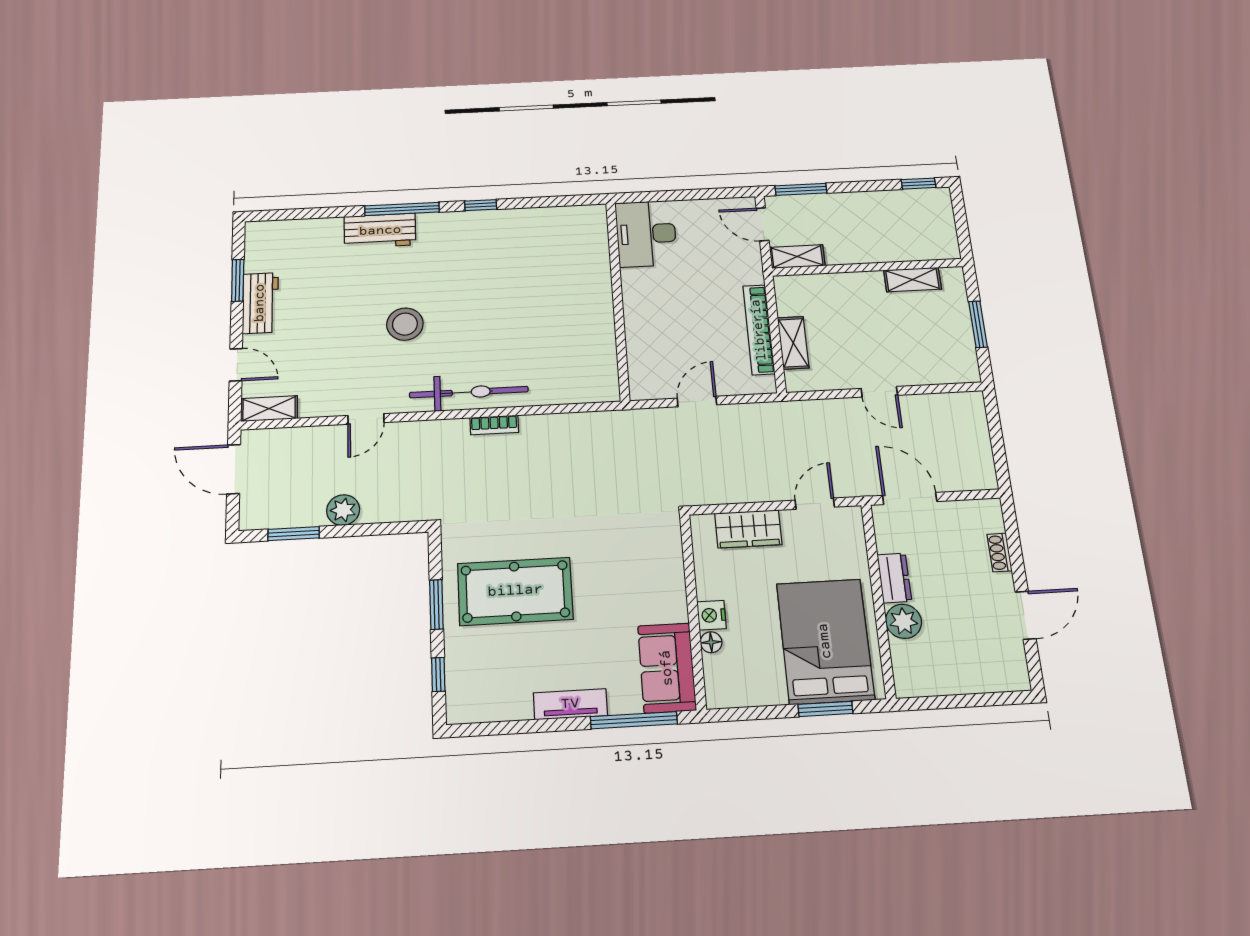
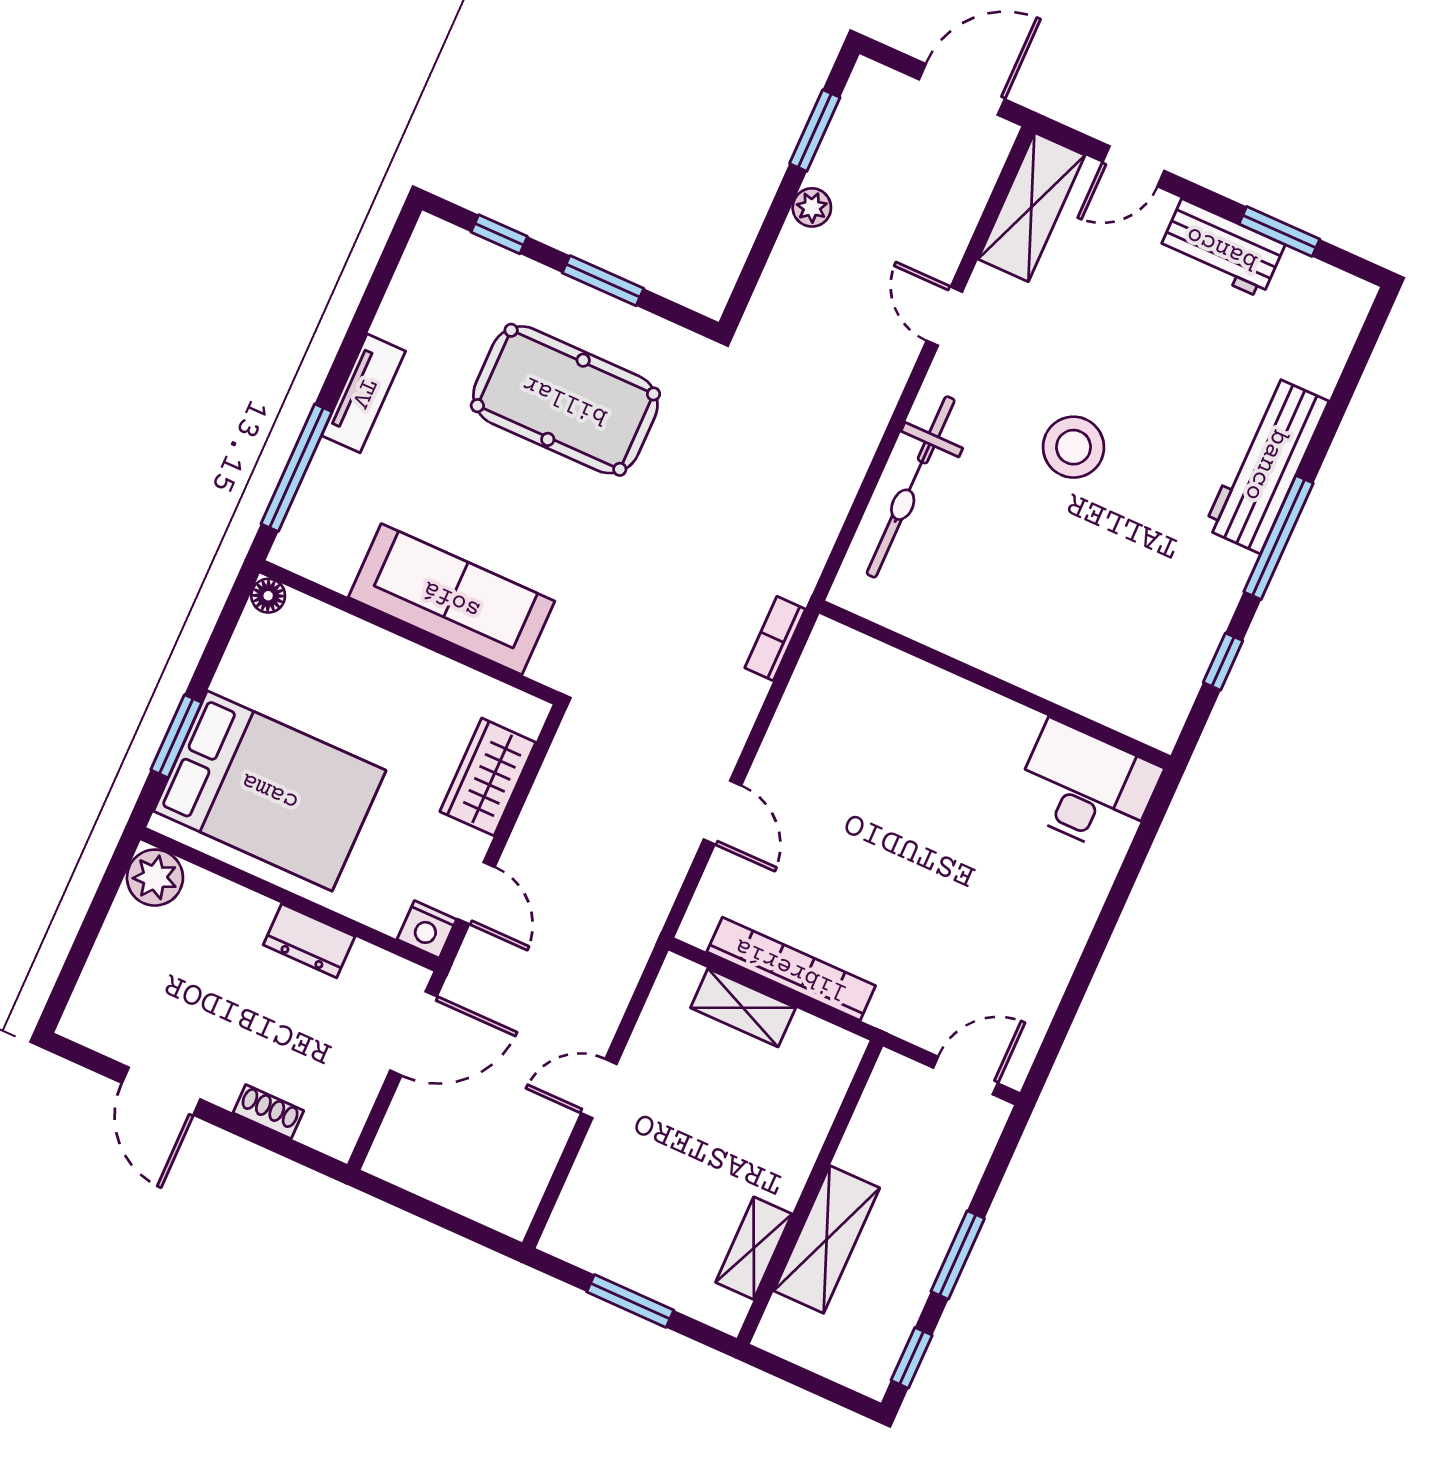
window: (801, 189) -> (958, 1255), moved
workbench: (380, 231) -> (1266, 465), width x1.38
desk: (646, 234) -> (1086, 788), moved
shelving: (797, 256) -> (827, 1239), moved, width x1.50, depth x1.33
wall: (618, 300) -> (995, 684), moved
shelving: (269, 409) -> (1031, 207), width x1.50, depth x1.33
bookcase: (494, 425) -> (775, 638), moved
plant: (343, 510) -> (812, 207), width x0.73, depth x0.73
pool table: (515, 591) -> (565, 400), turned 90
nightstand: (711, 615) -> (427, 929), moved, turned 180
plant: (904, 621) -> (155, 878), moved
floor lamp: (711, 642) -> (268, 596), moved
sofa: (667, 668) -> (452, 599), moved, width x1.36

